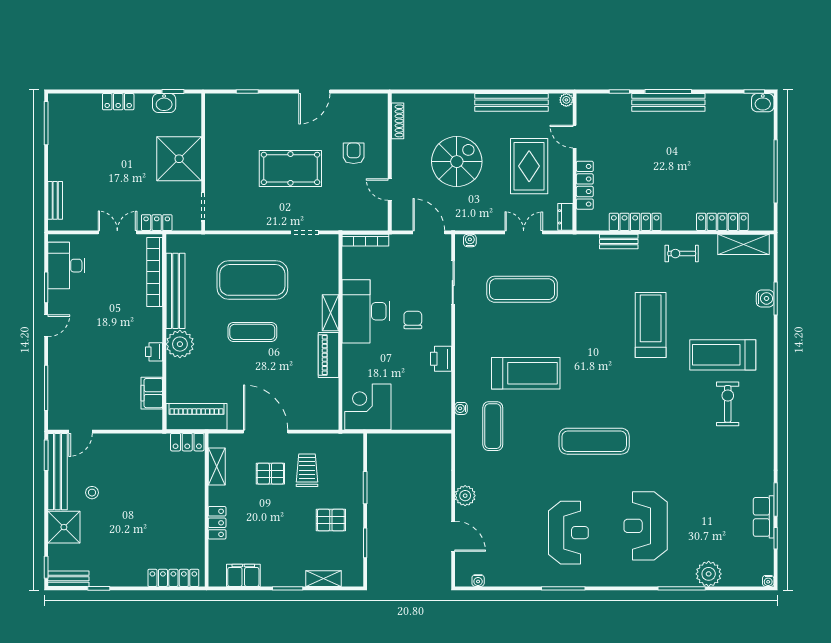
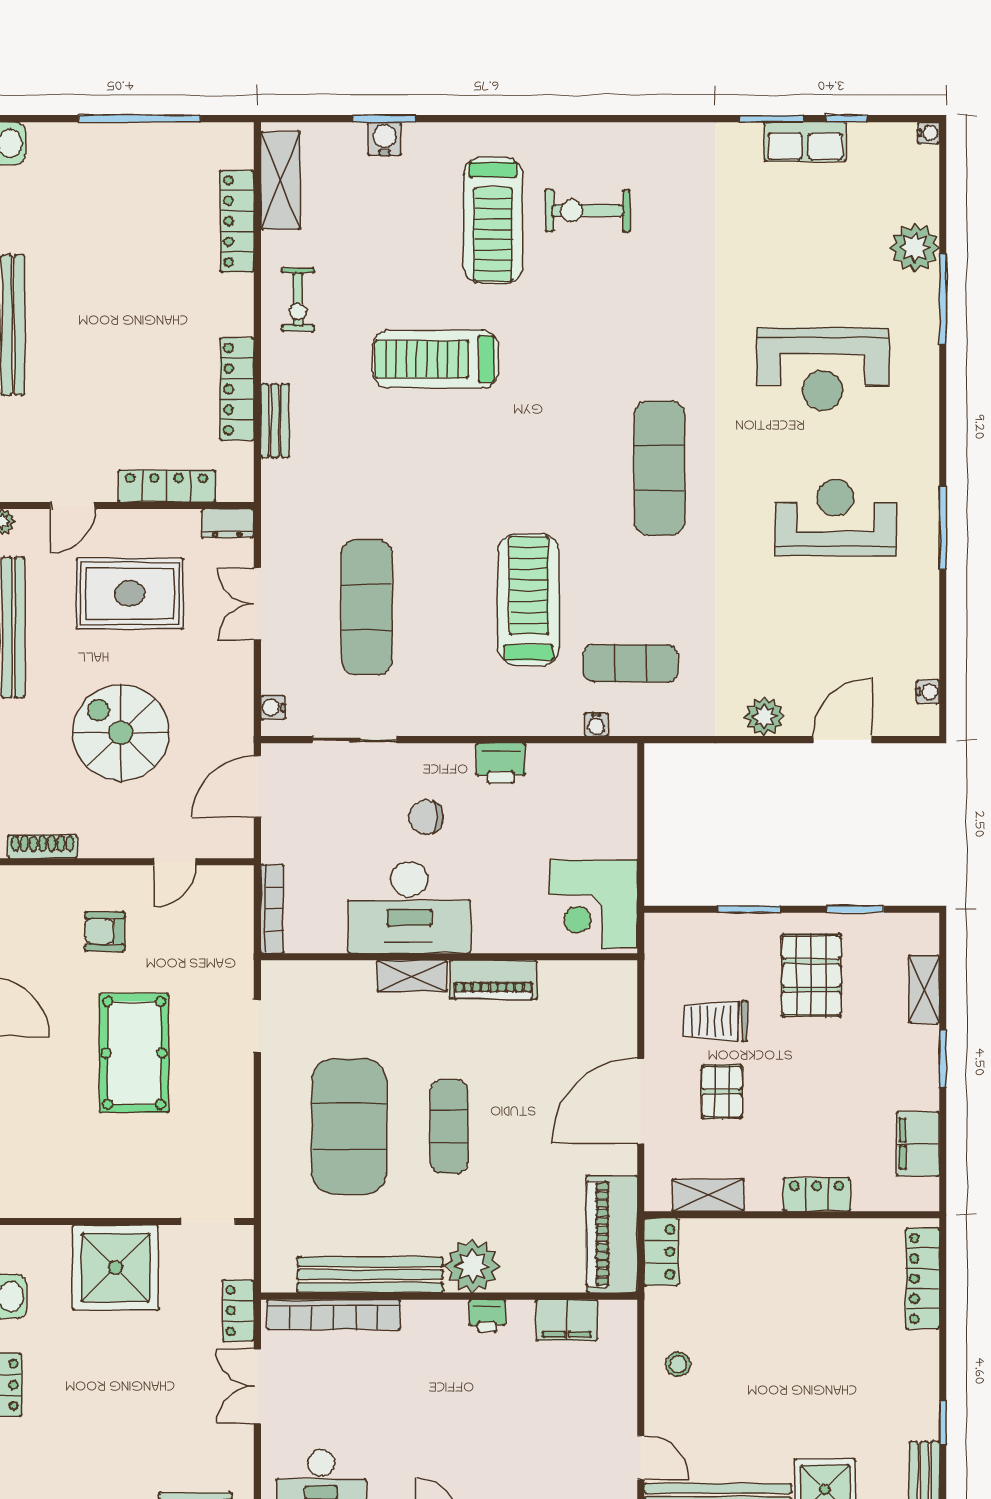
stool: (92, 493) -> (678, 1364), moved
pallet: (331, 520) -> (811, 975), width x1.50, depth x1.42

